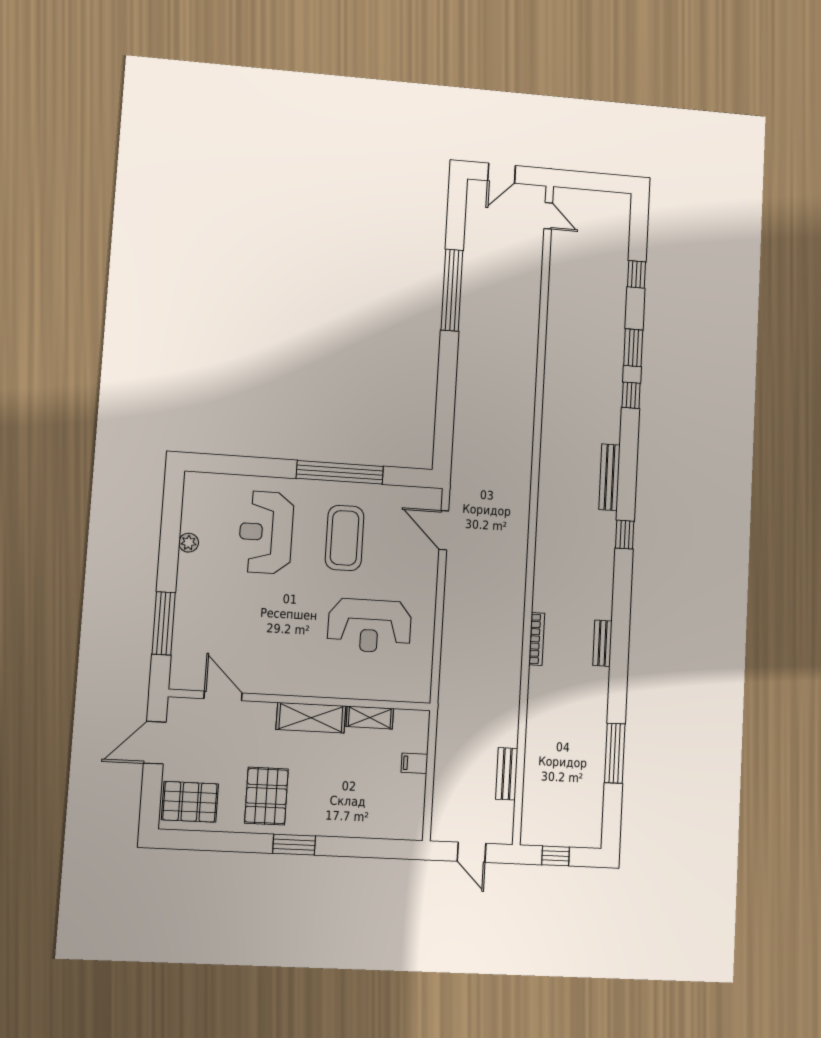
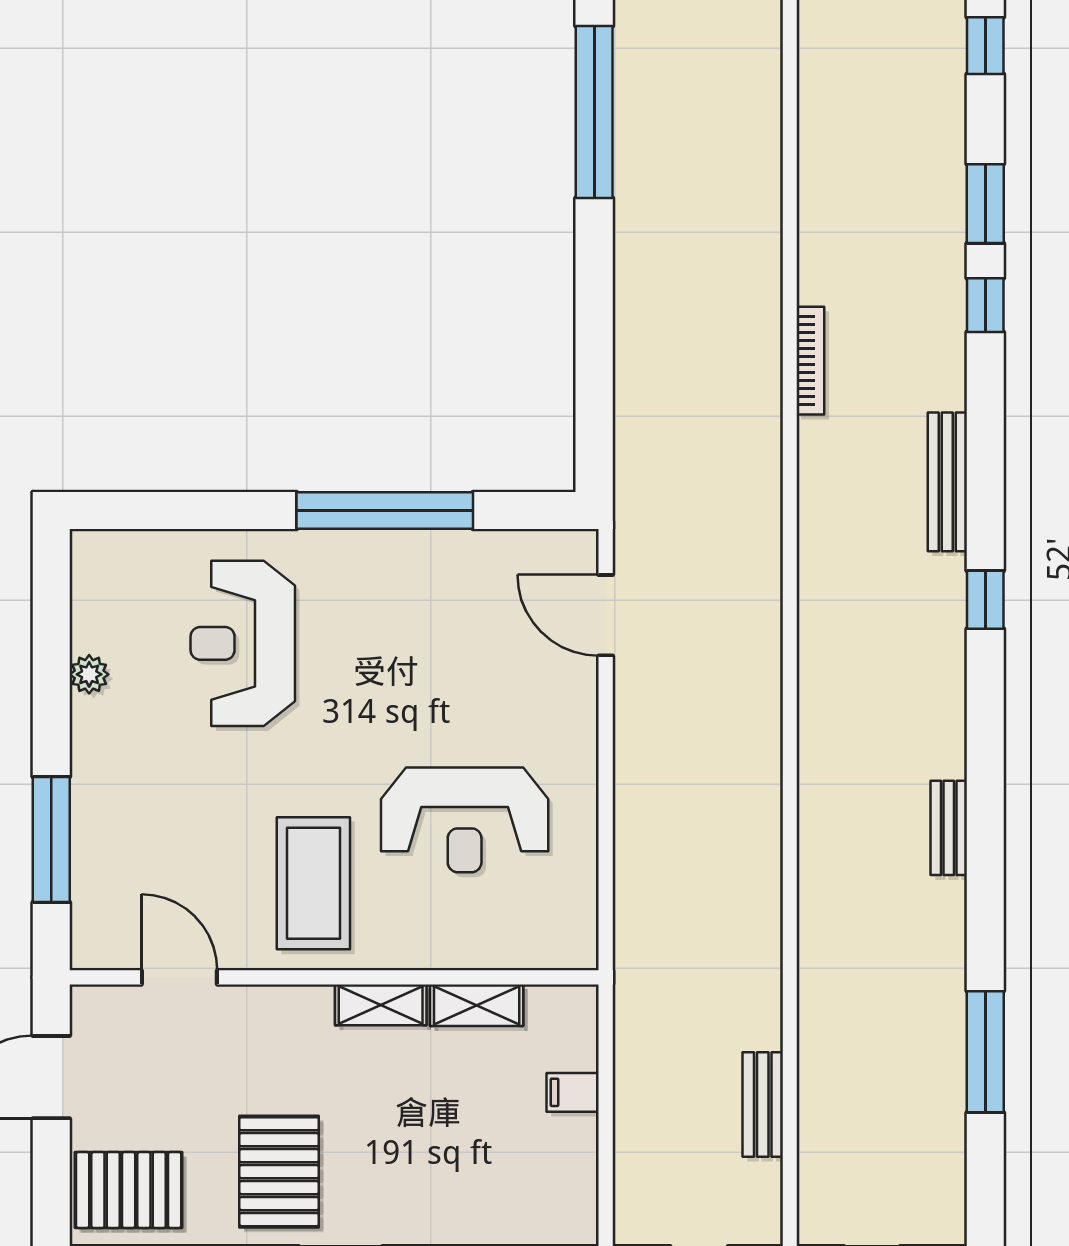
coffee table: (345, 538) -> (313, 883), moved
bookcase: (537, 639) -> (810, 361), moved
shelving: (311, 718) -> (381, 1005), width x0.67, depth x0.75

